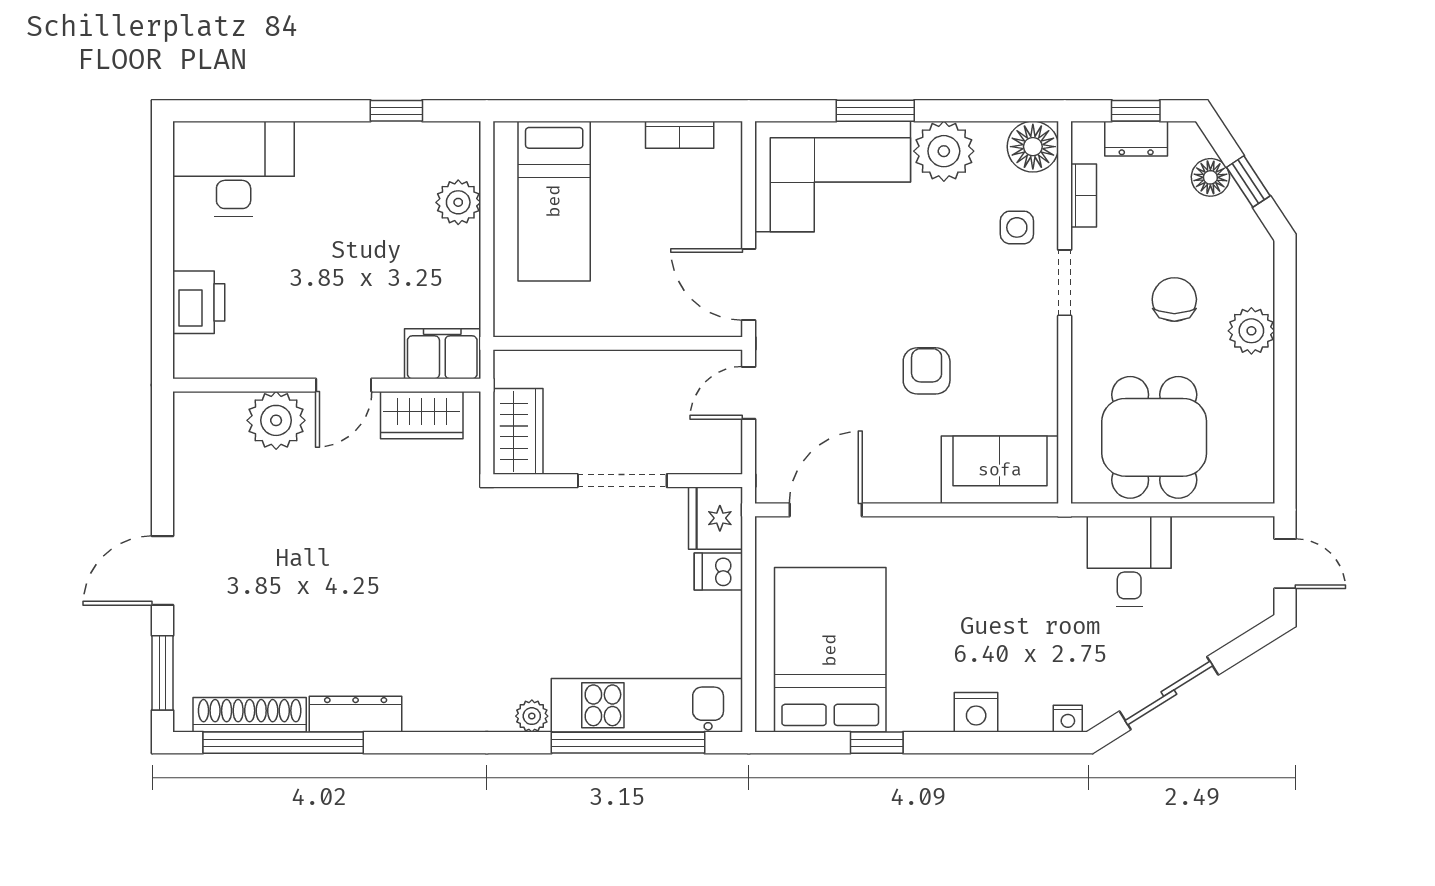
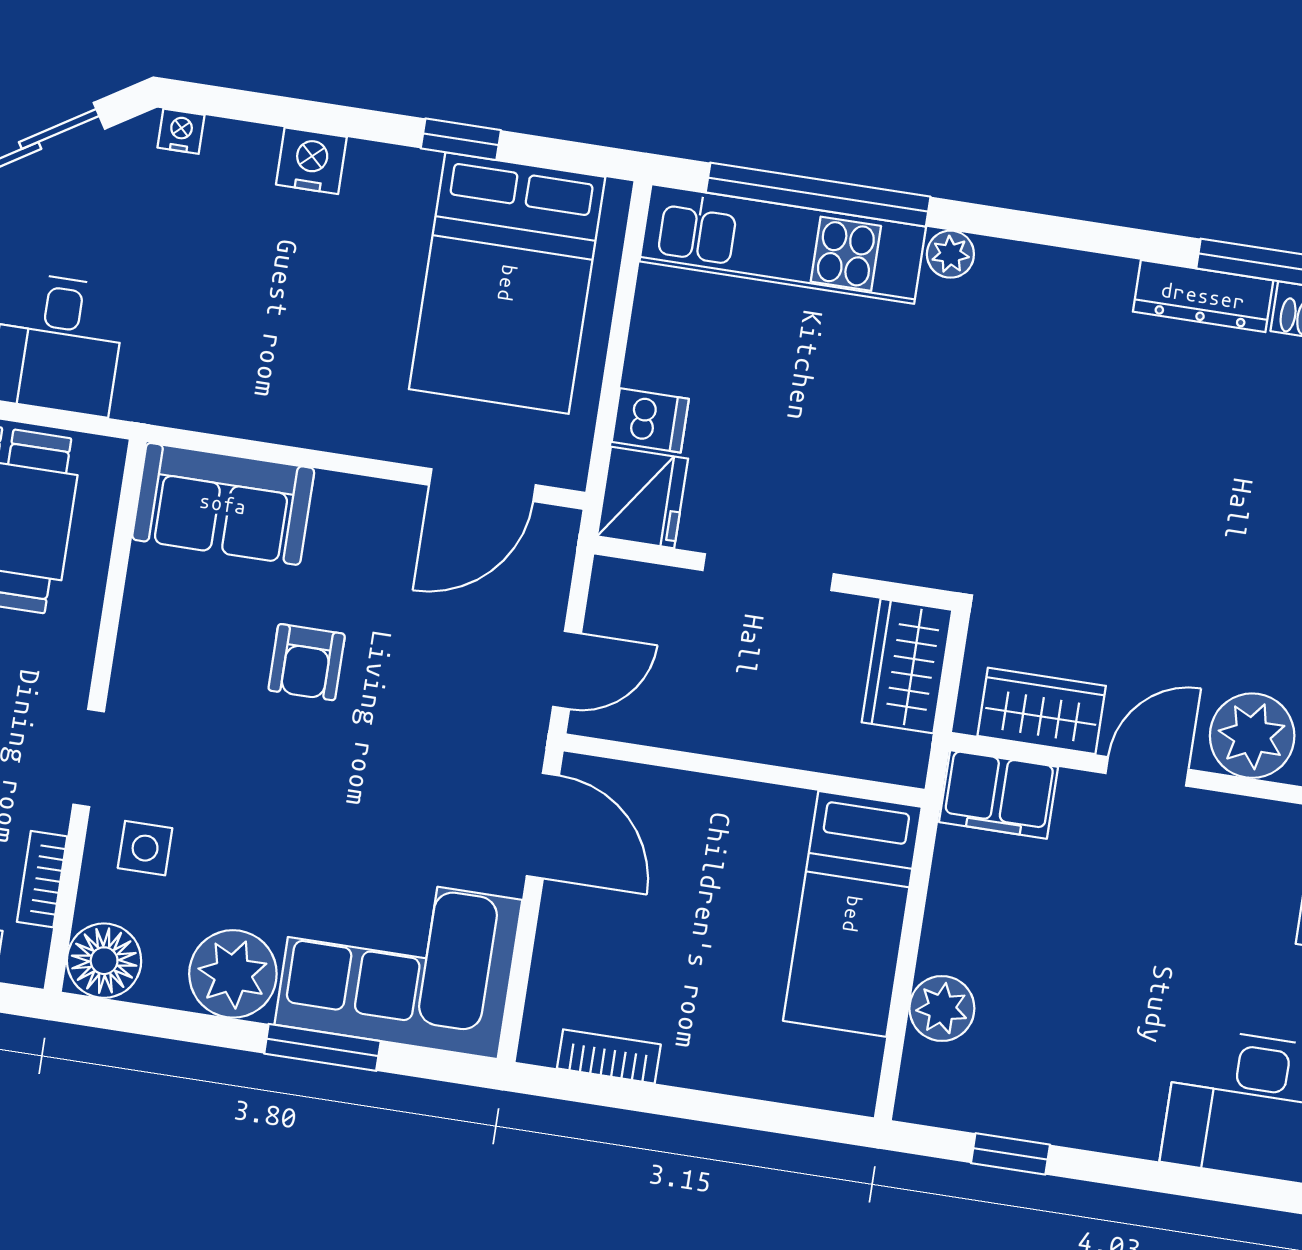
bed: (554, 201) -> (852, 914), moved, turned 180

